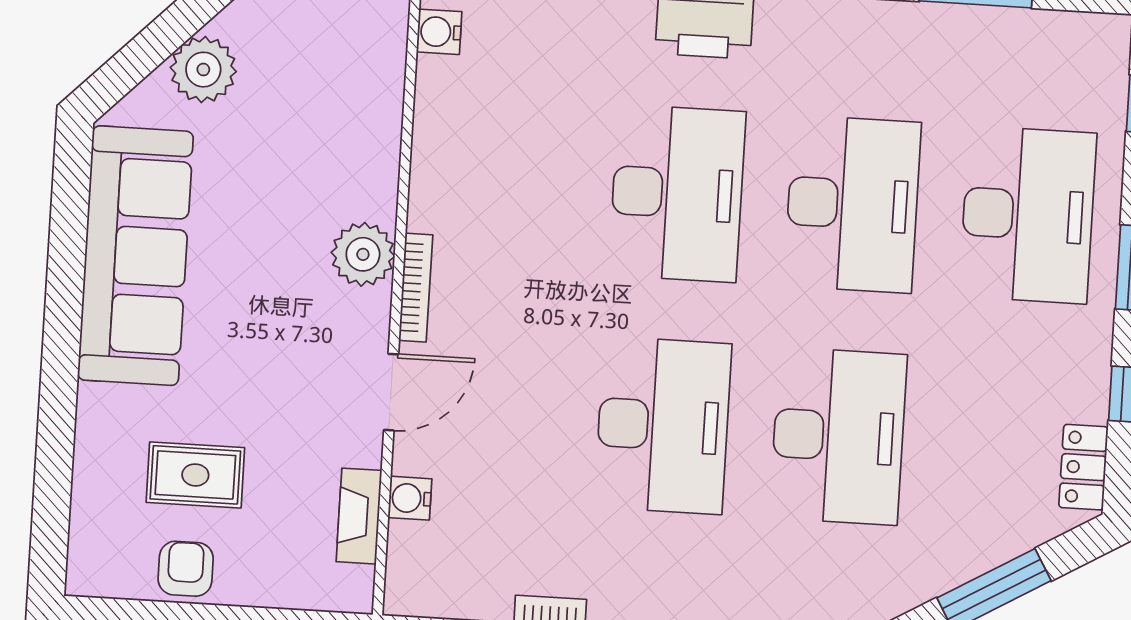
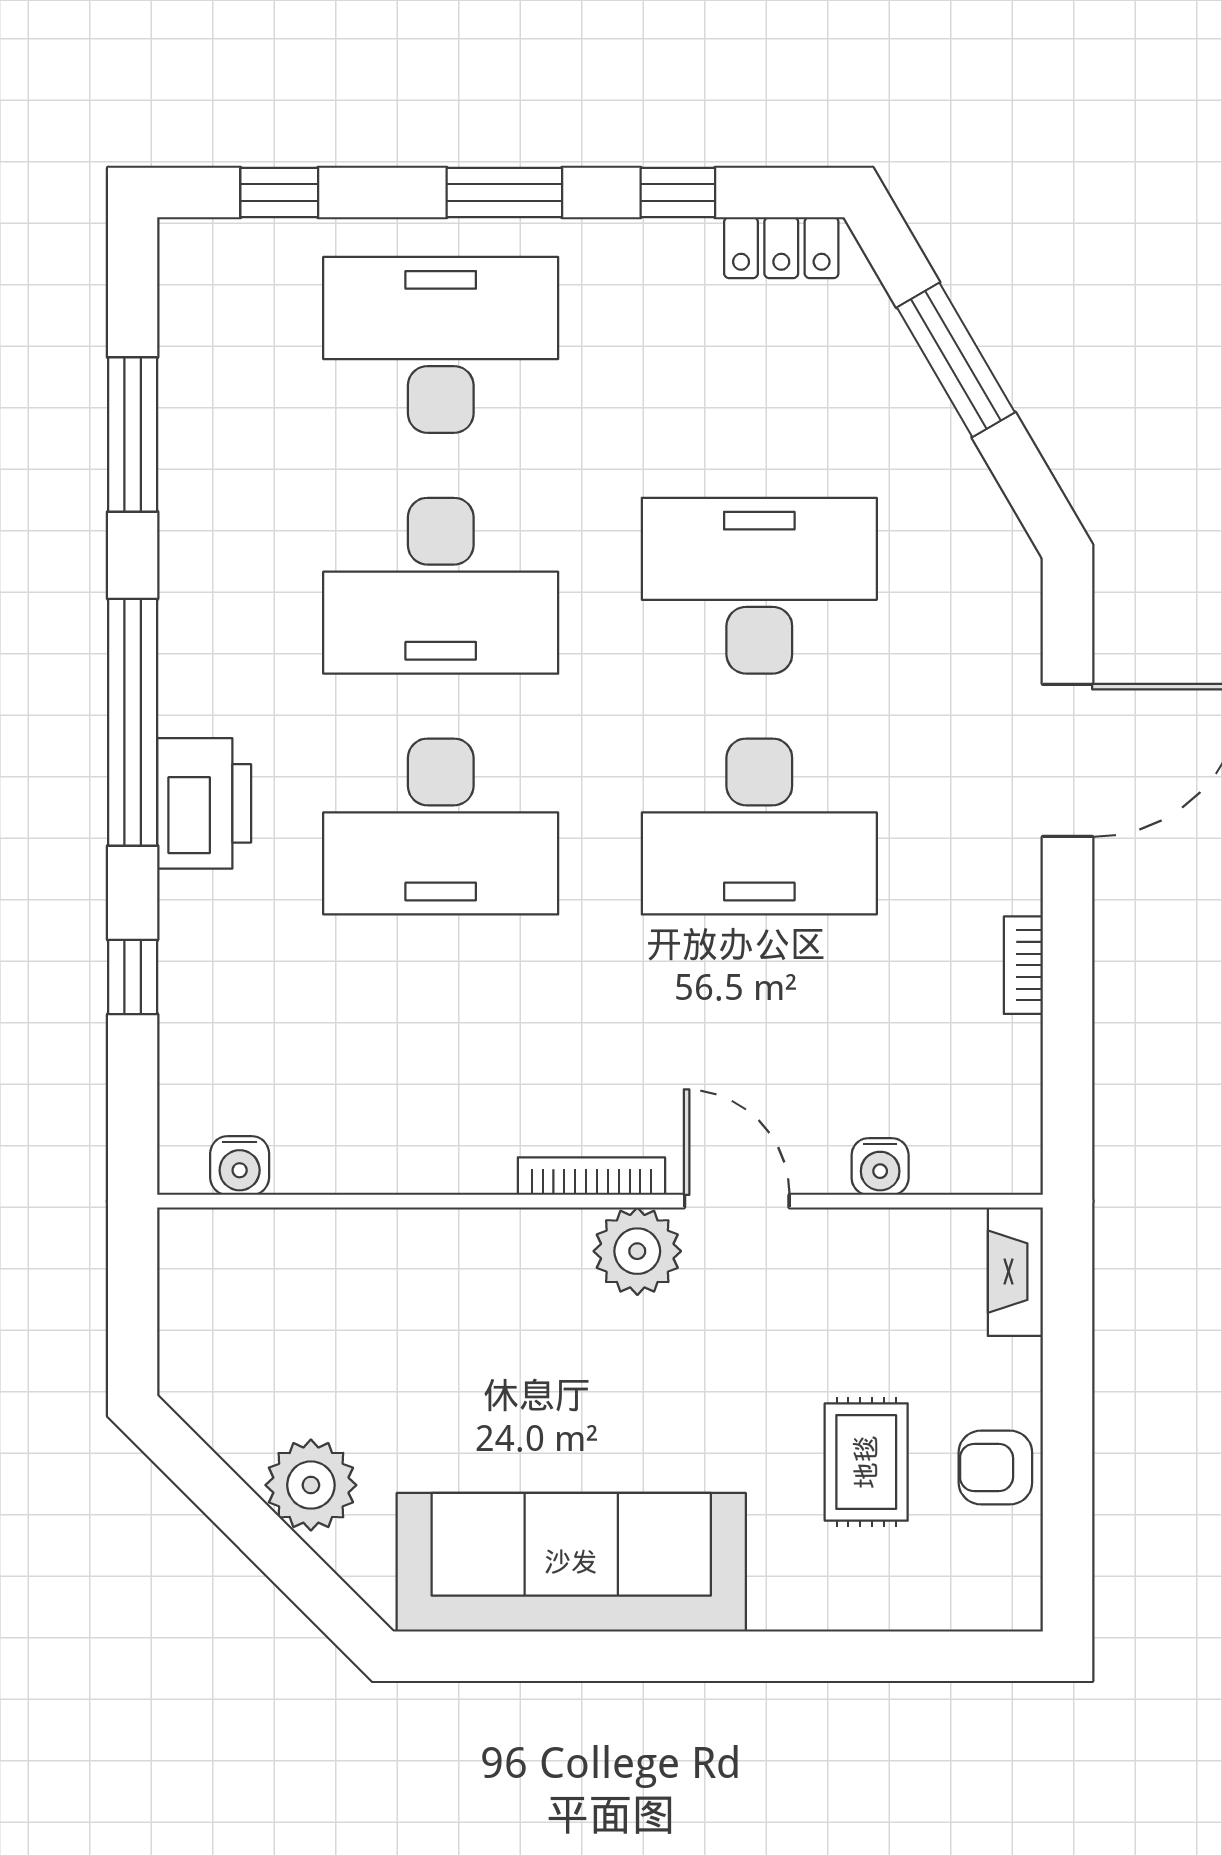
desk: (677, 193) -> (441, 826), turned 180
desk: (852, 204) -> (441, 586), turned 180
plant: (363, 254) -> (637, 1251), moved
desk: (663, 425) -> (759, 826), turned 180
fireplace: (359, 516) -> (1015, 1272), moved, turned 90

